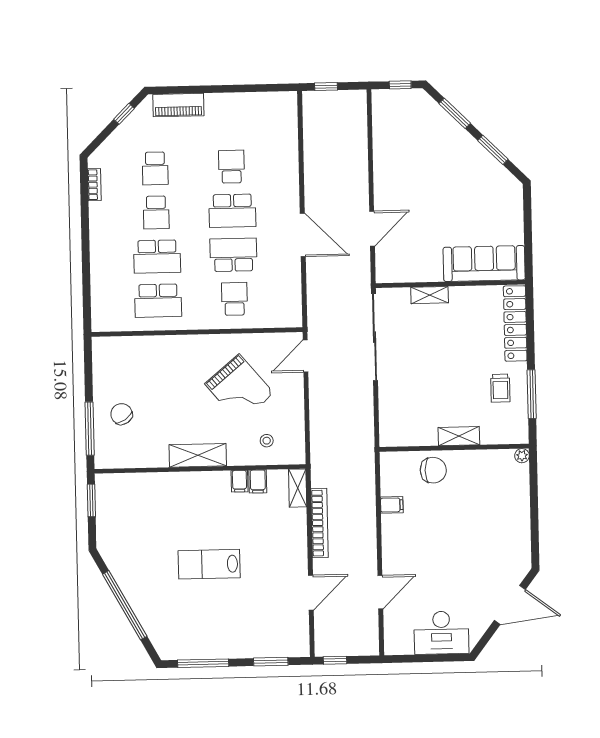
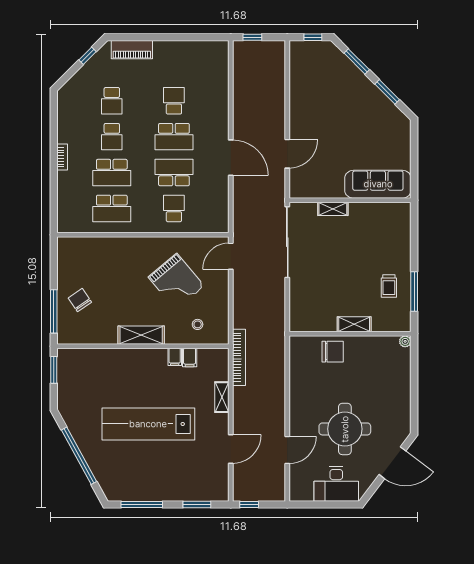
bookcase: (94, 185) -> (62, 157), moved
locker: (515, 323) -> (402, 234), removed
shelving: (298, 488) -> (222, 397), moved
filing cabinet: (392, 505) -> (298, 379), removed
bookcase: (320, 523) -> (239, 357), moved
lab bench: (209, 564) -> (148, 424), width x1.86, depth x1.39
round table: (450, 565) -> (345, 429), added

